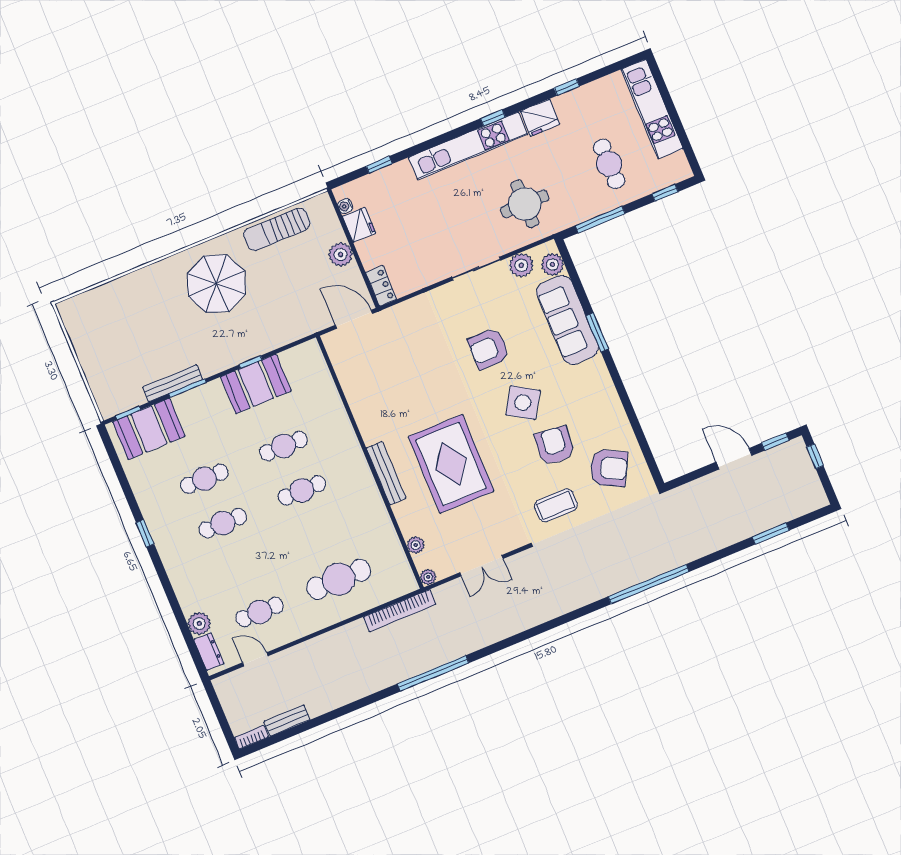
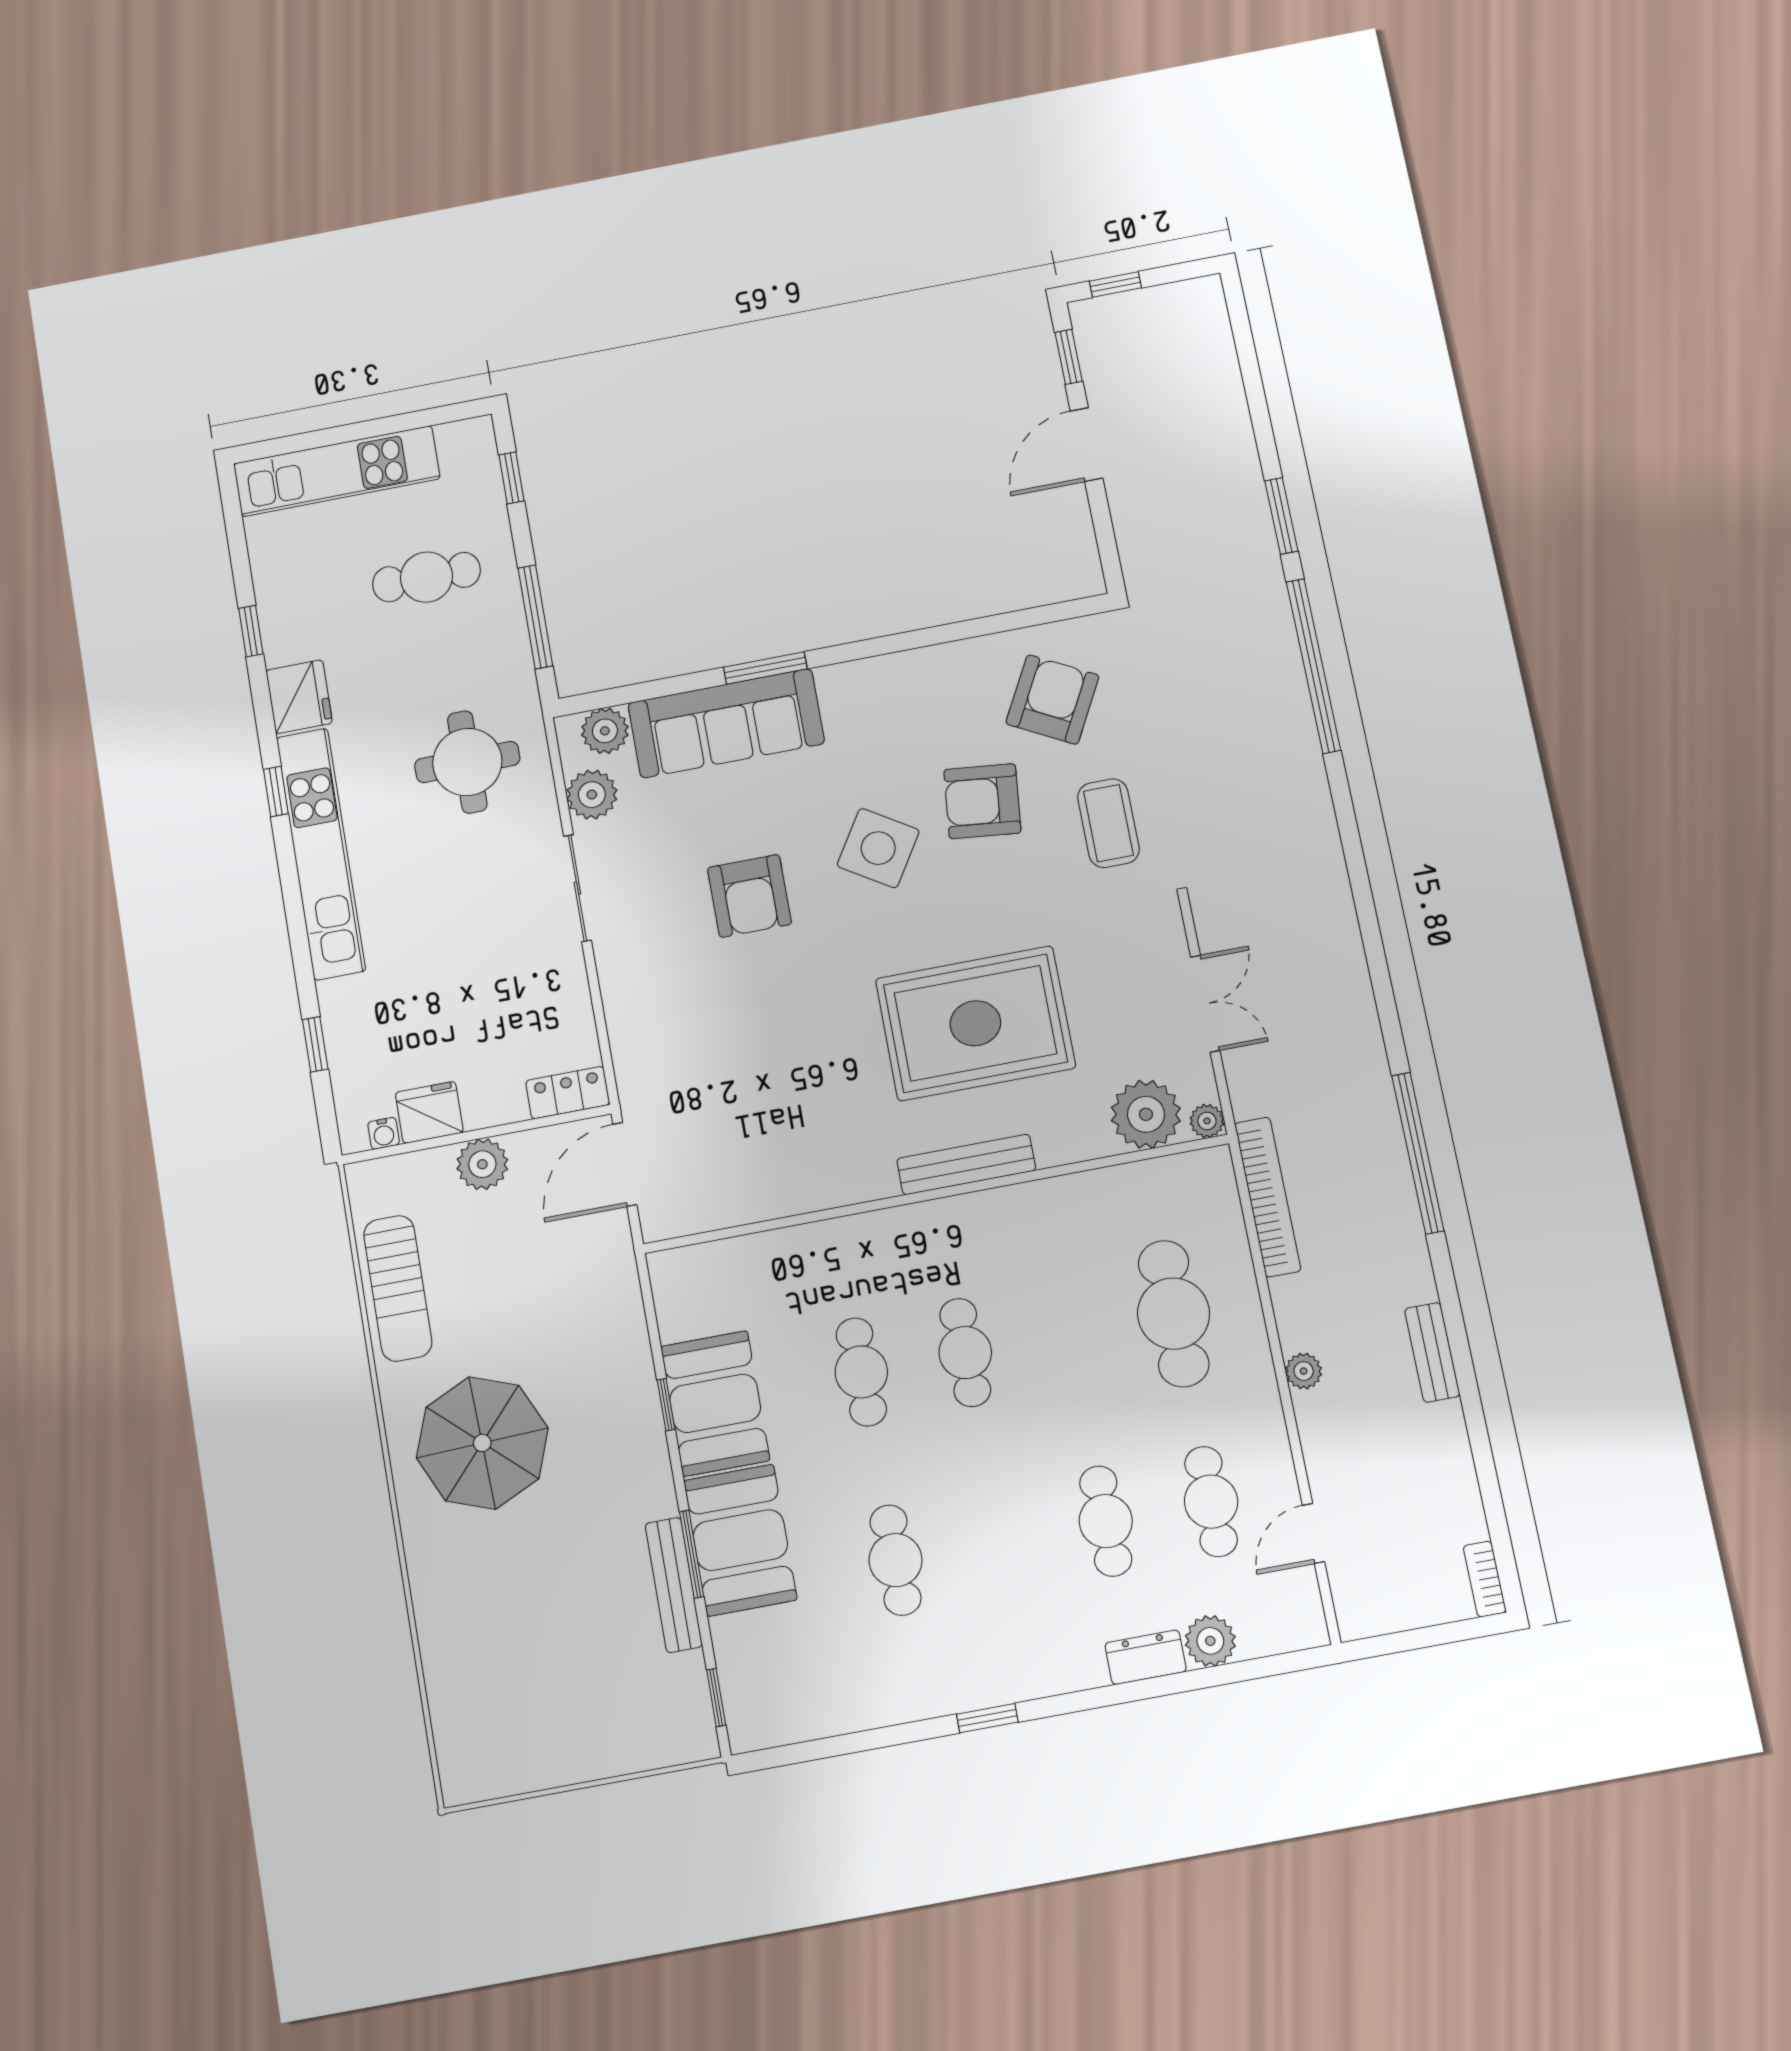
booth: (149, 429) -> (740, 1540), moved
cafe table: (223, 523) -> (1106, 1521), moved
window: (771, 534) -> (1281, 516), moved
plant: (416, 545) -> (1146, 1114), width x1.88, depth x1.88
plant: (325, 641) -> (1304, 1371), added
dresser: (209, 652) -> (1146, 1657), moved
bench: (287, 720) -> (1432, 1352), moved

